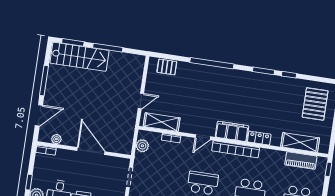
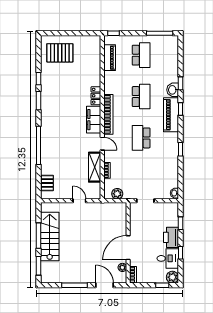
stairs: (79, 57) -> (50, 237), moved
shelving: (162, 122) -> (95, 167), moved
shelving: (300, 142) -> (94, 61), removed
door: (91, 151) -> (128, 248), moved

